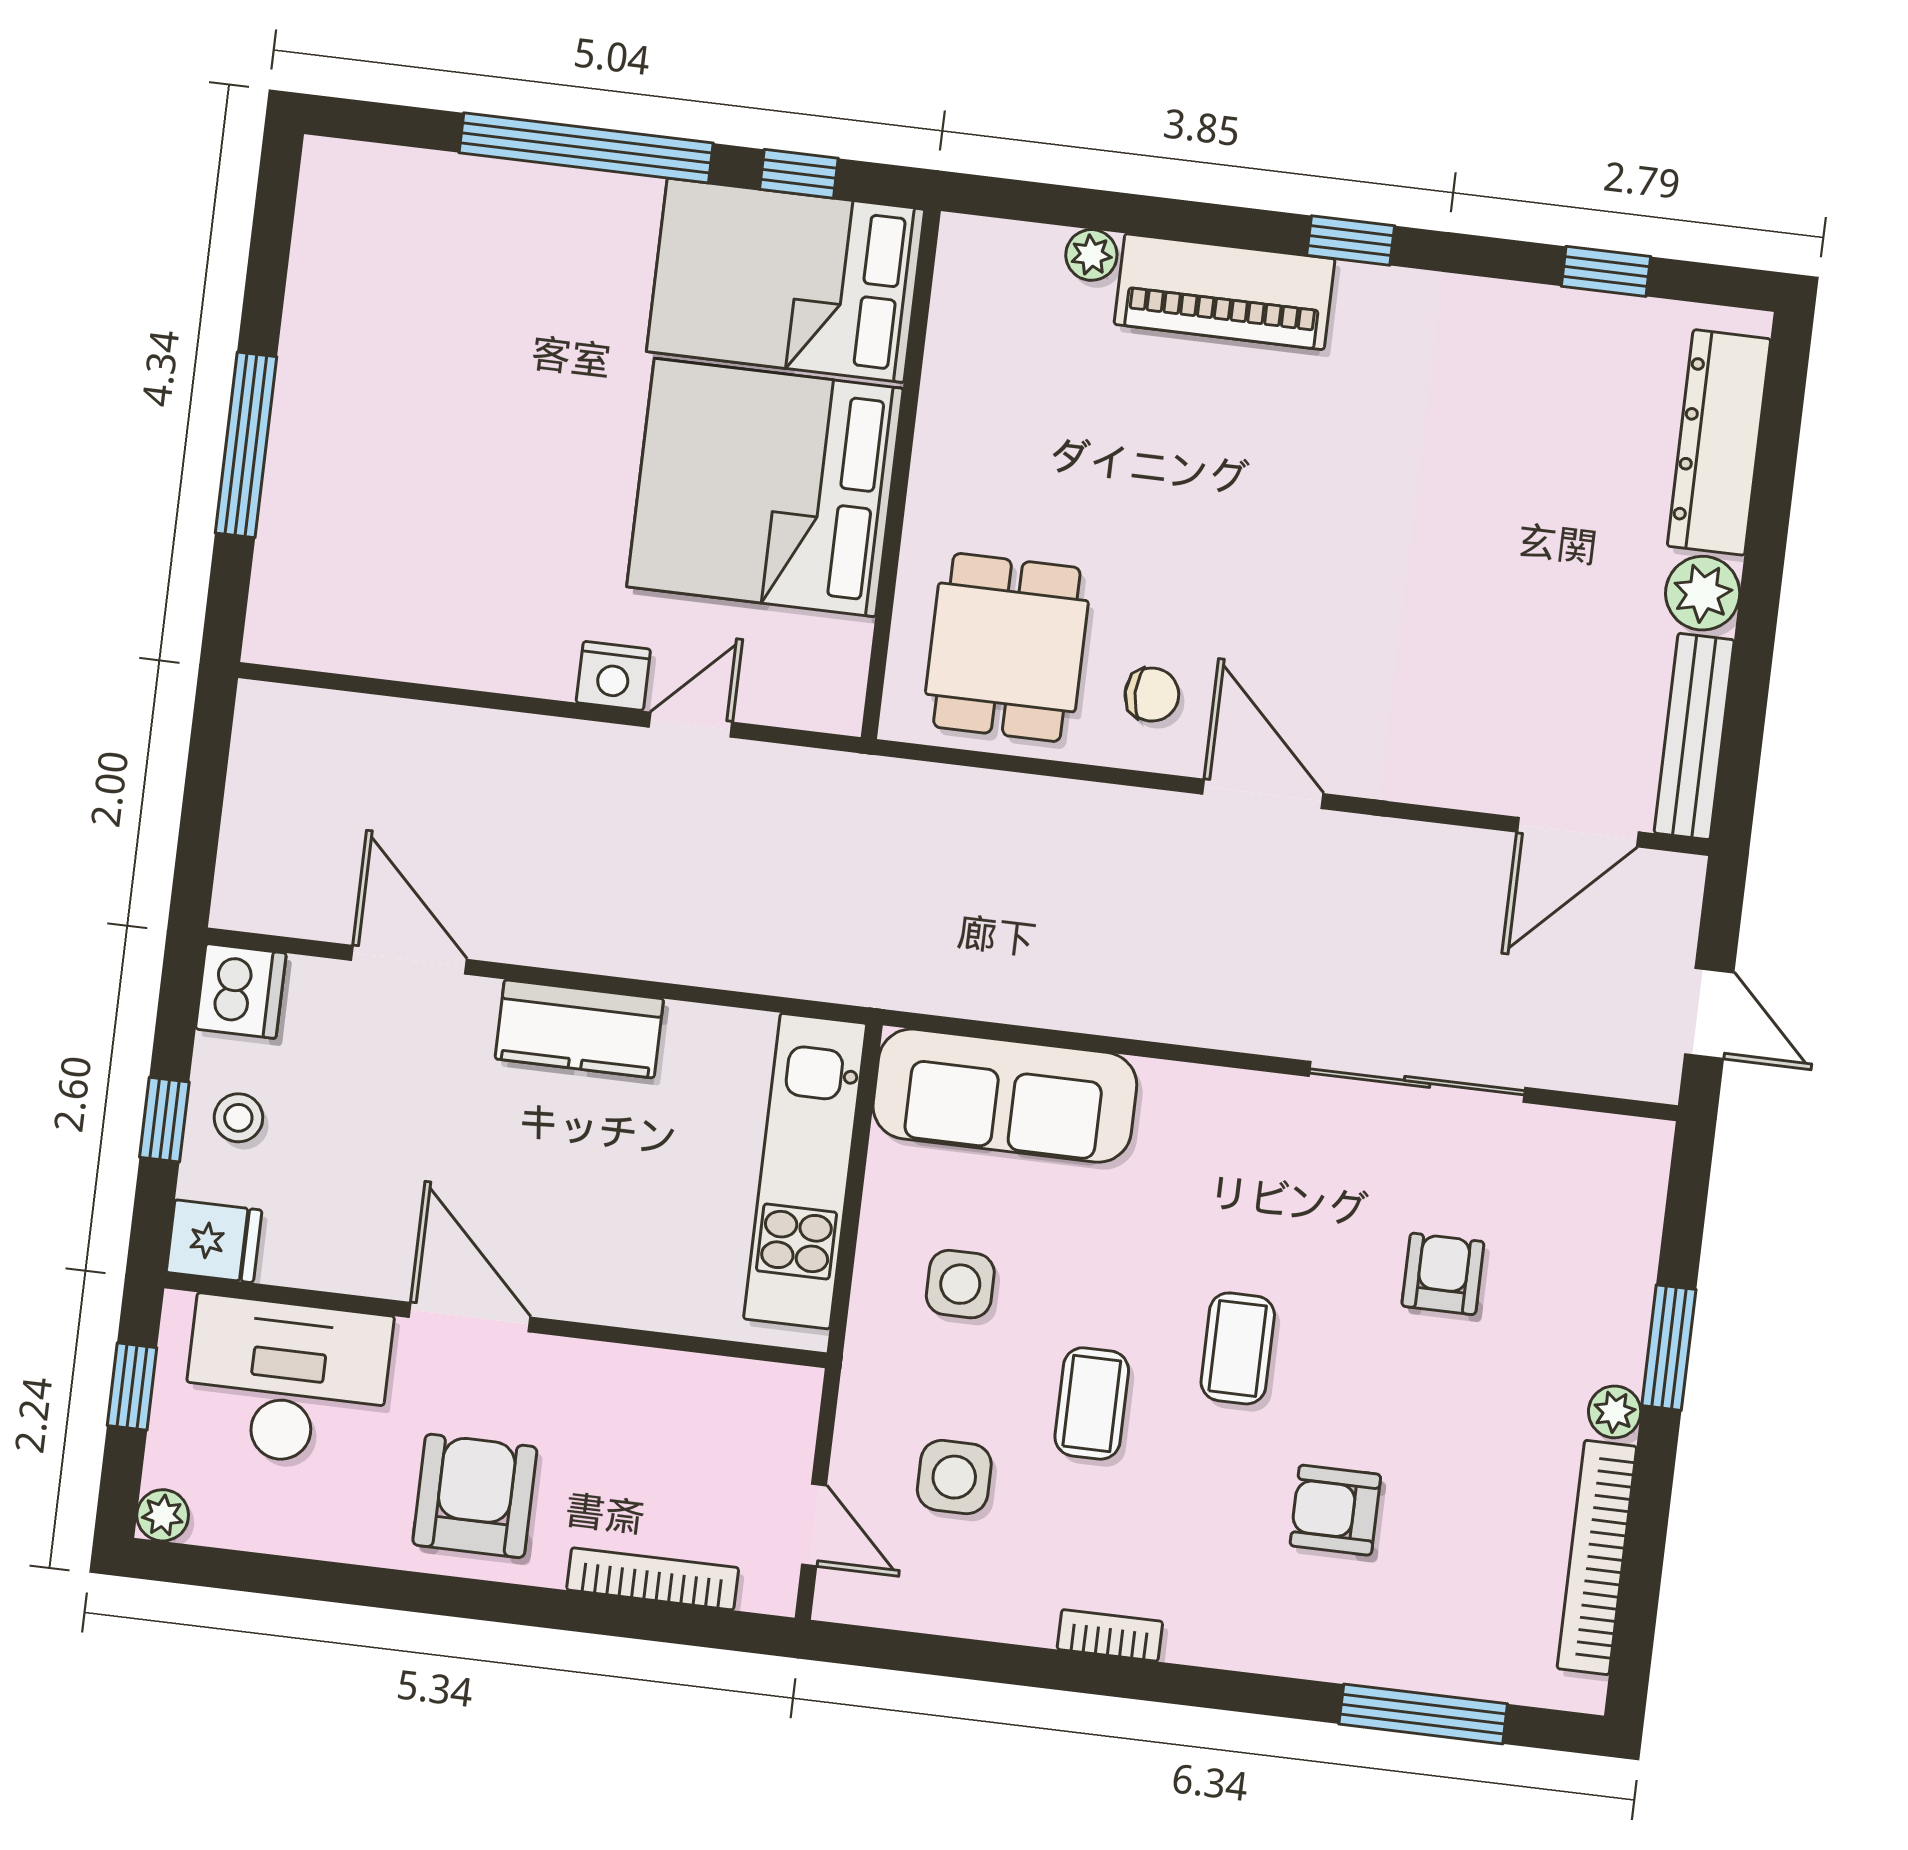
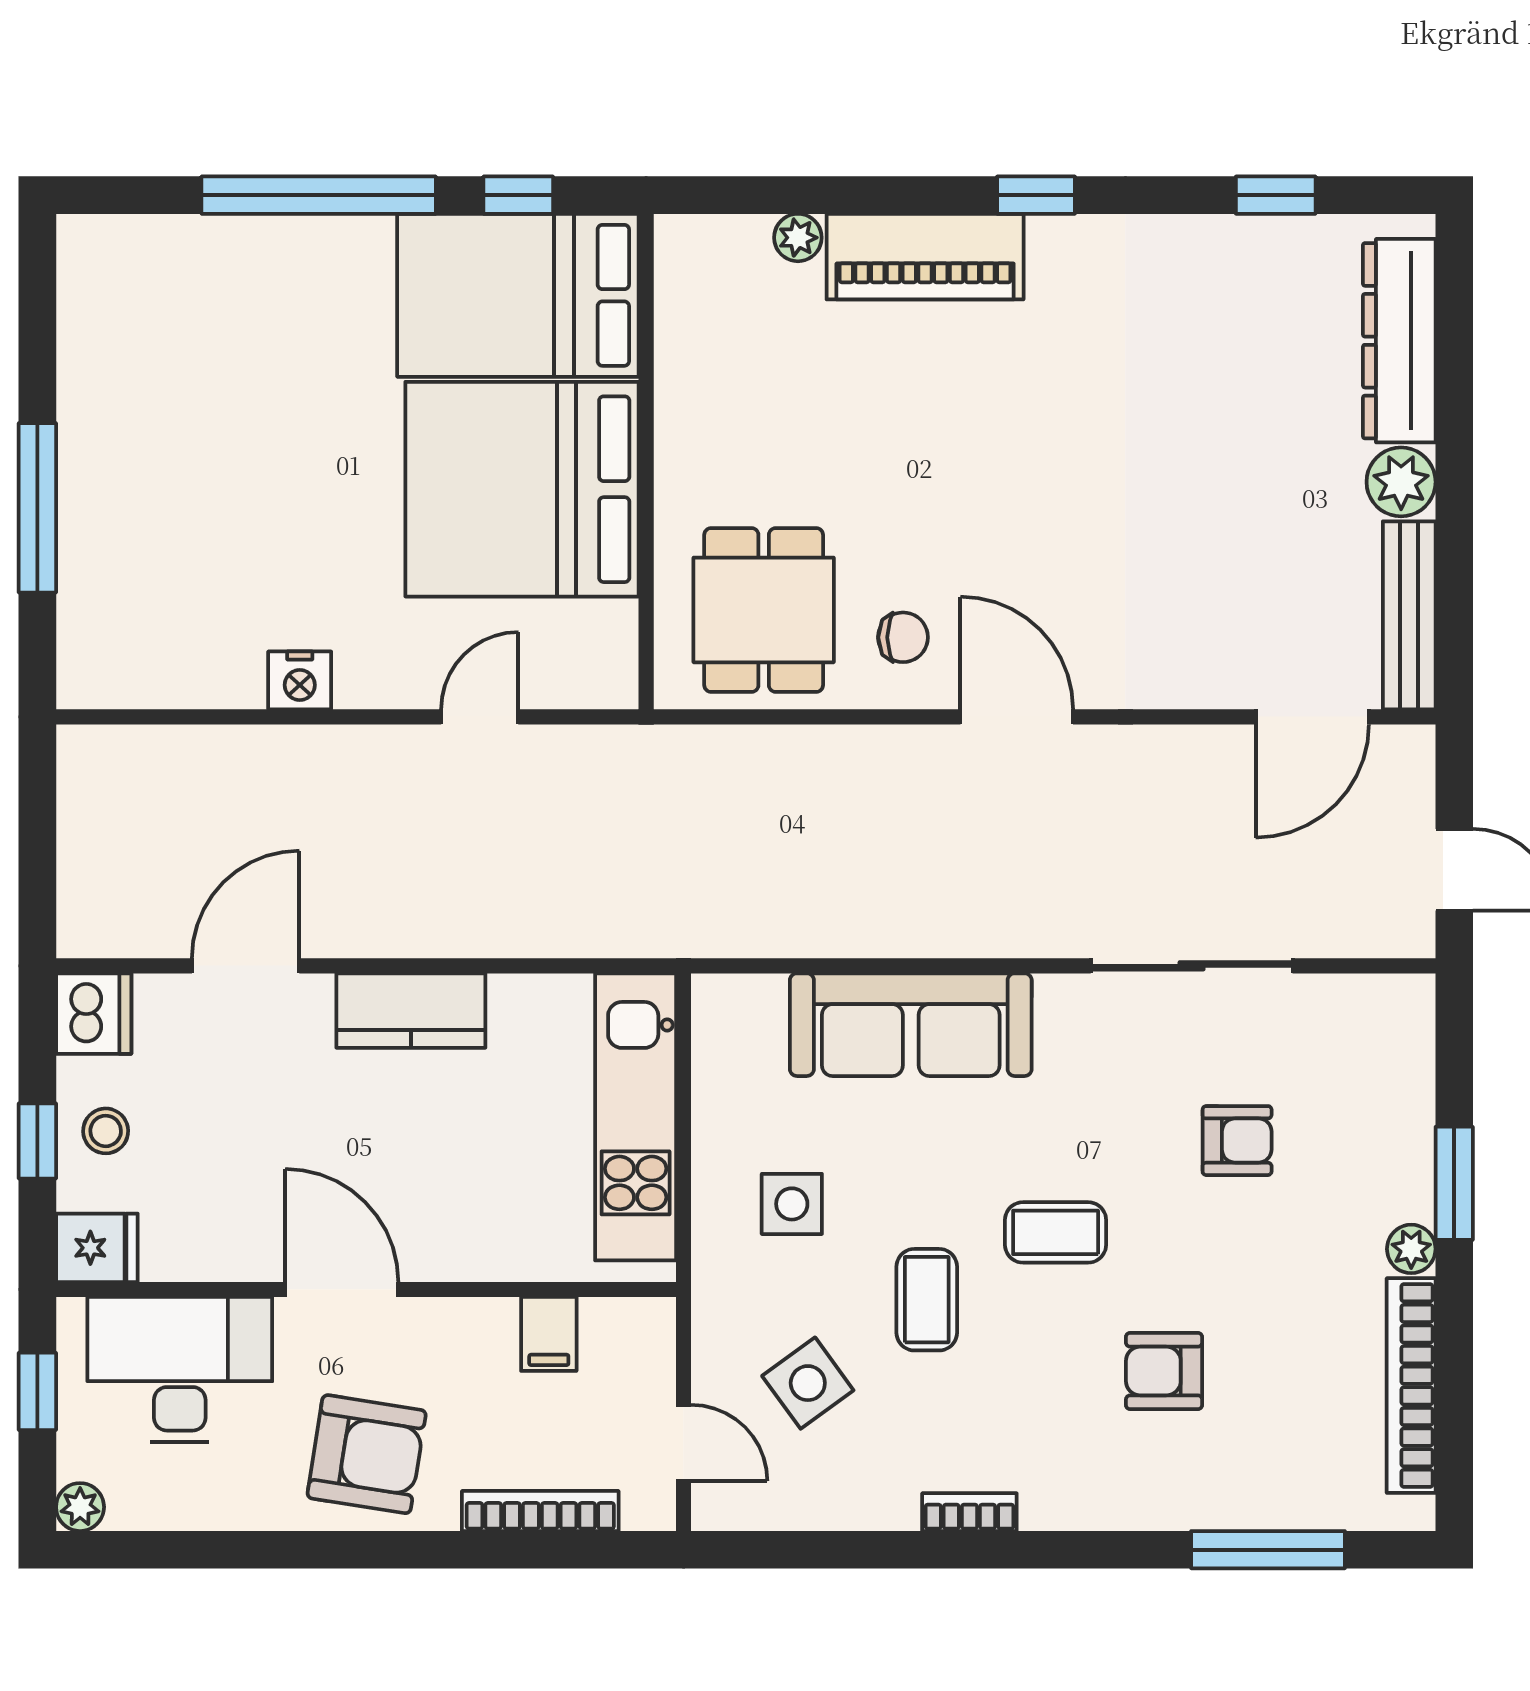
nightstand: (613, 676) -> (300, 680), moved
door: (409, 960) -> (246, 966), hinge flipped
sofa: (1005, 1096) -> (911, 1025), moved
armchair: (1443, 1274) -> (1237, 1141), turned 90
coffee table: (1238, 1348) -> (1056, 1232), turned 90
filing cabinet: (685, 1391) -> (549, 1334), added
side table: (954, 1477) -> (808, 1383), turned -36
armchair: (475, 1496) -> (367, 1454), turned 99

